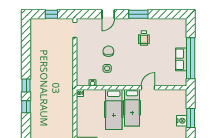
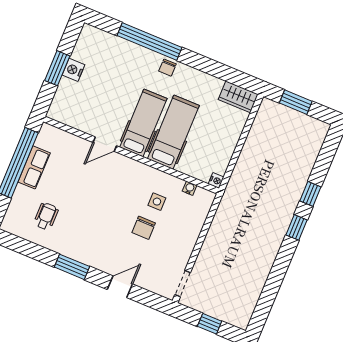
wheelchair: (144, 38) -> (46, 216), moved

